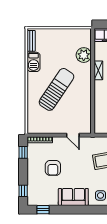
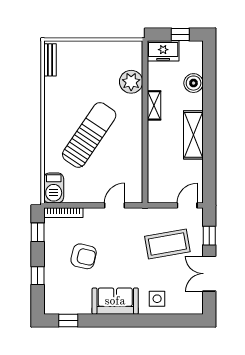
barbecue: (34, 62) -> (54, 188), moved
door: (73, 135) -> (114, 205), swing flipped
armchair: (53, 168) -> (84, 256), turned -77
window: (23, 191) -> (38, 276), moved

